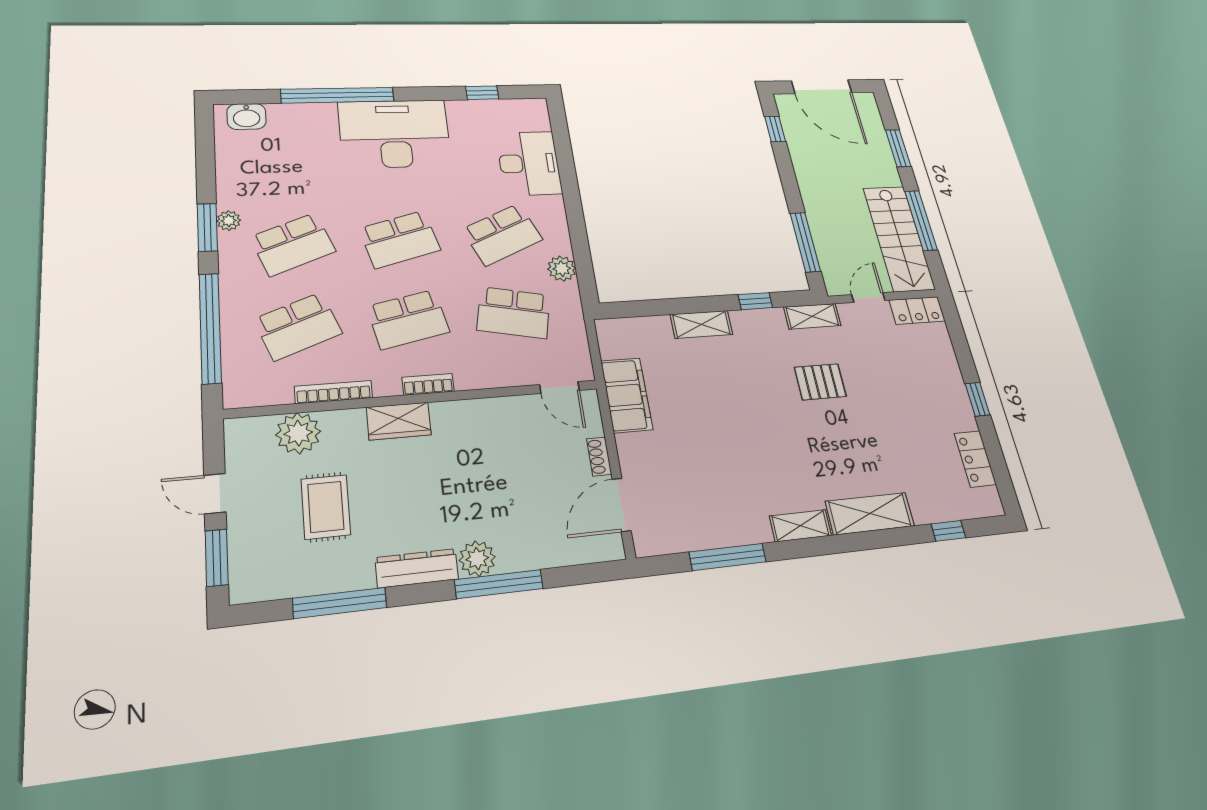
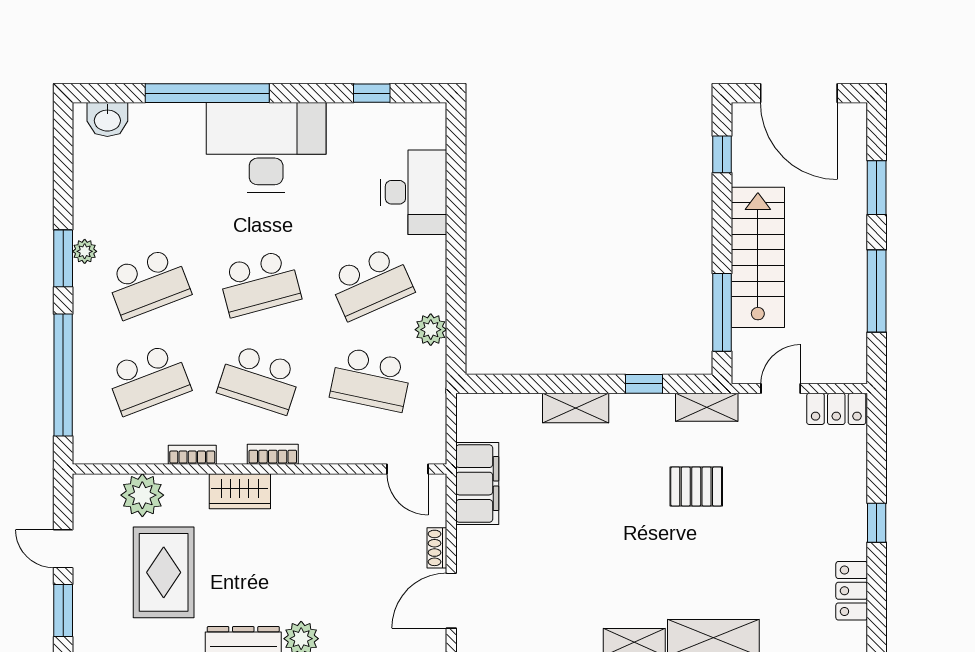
stairs: (899, 238) -> (758, 257), moved, turned 180
school desk: (408, 319) -> (260, 379), turned 30
bookcase: (334, 392) -> (192, 455), width x0.64
rug: (326, 507) -> (164, 572), width x1.36, depth x1.43

